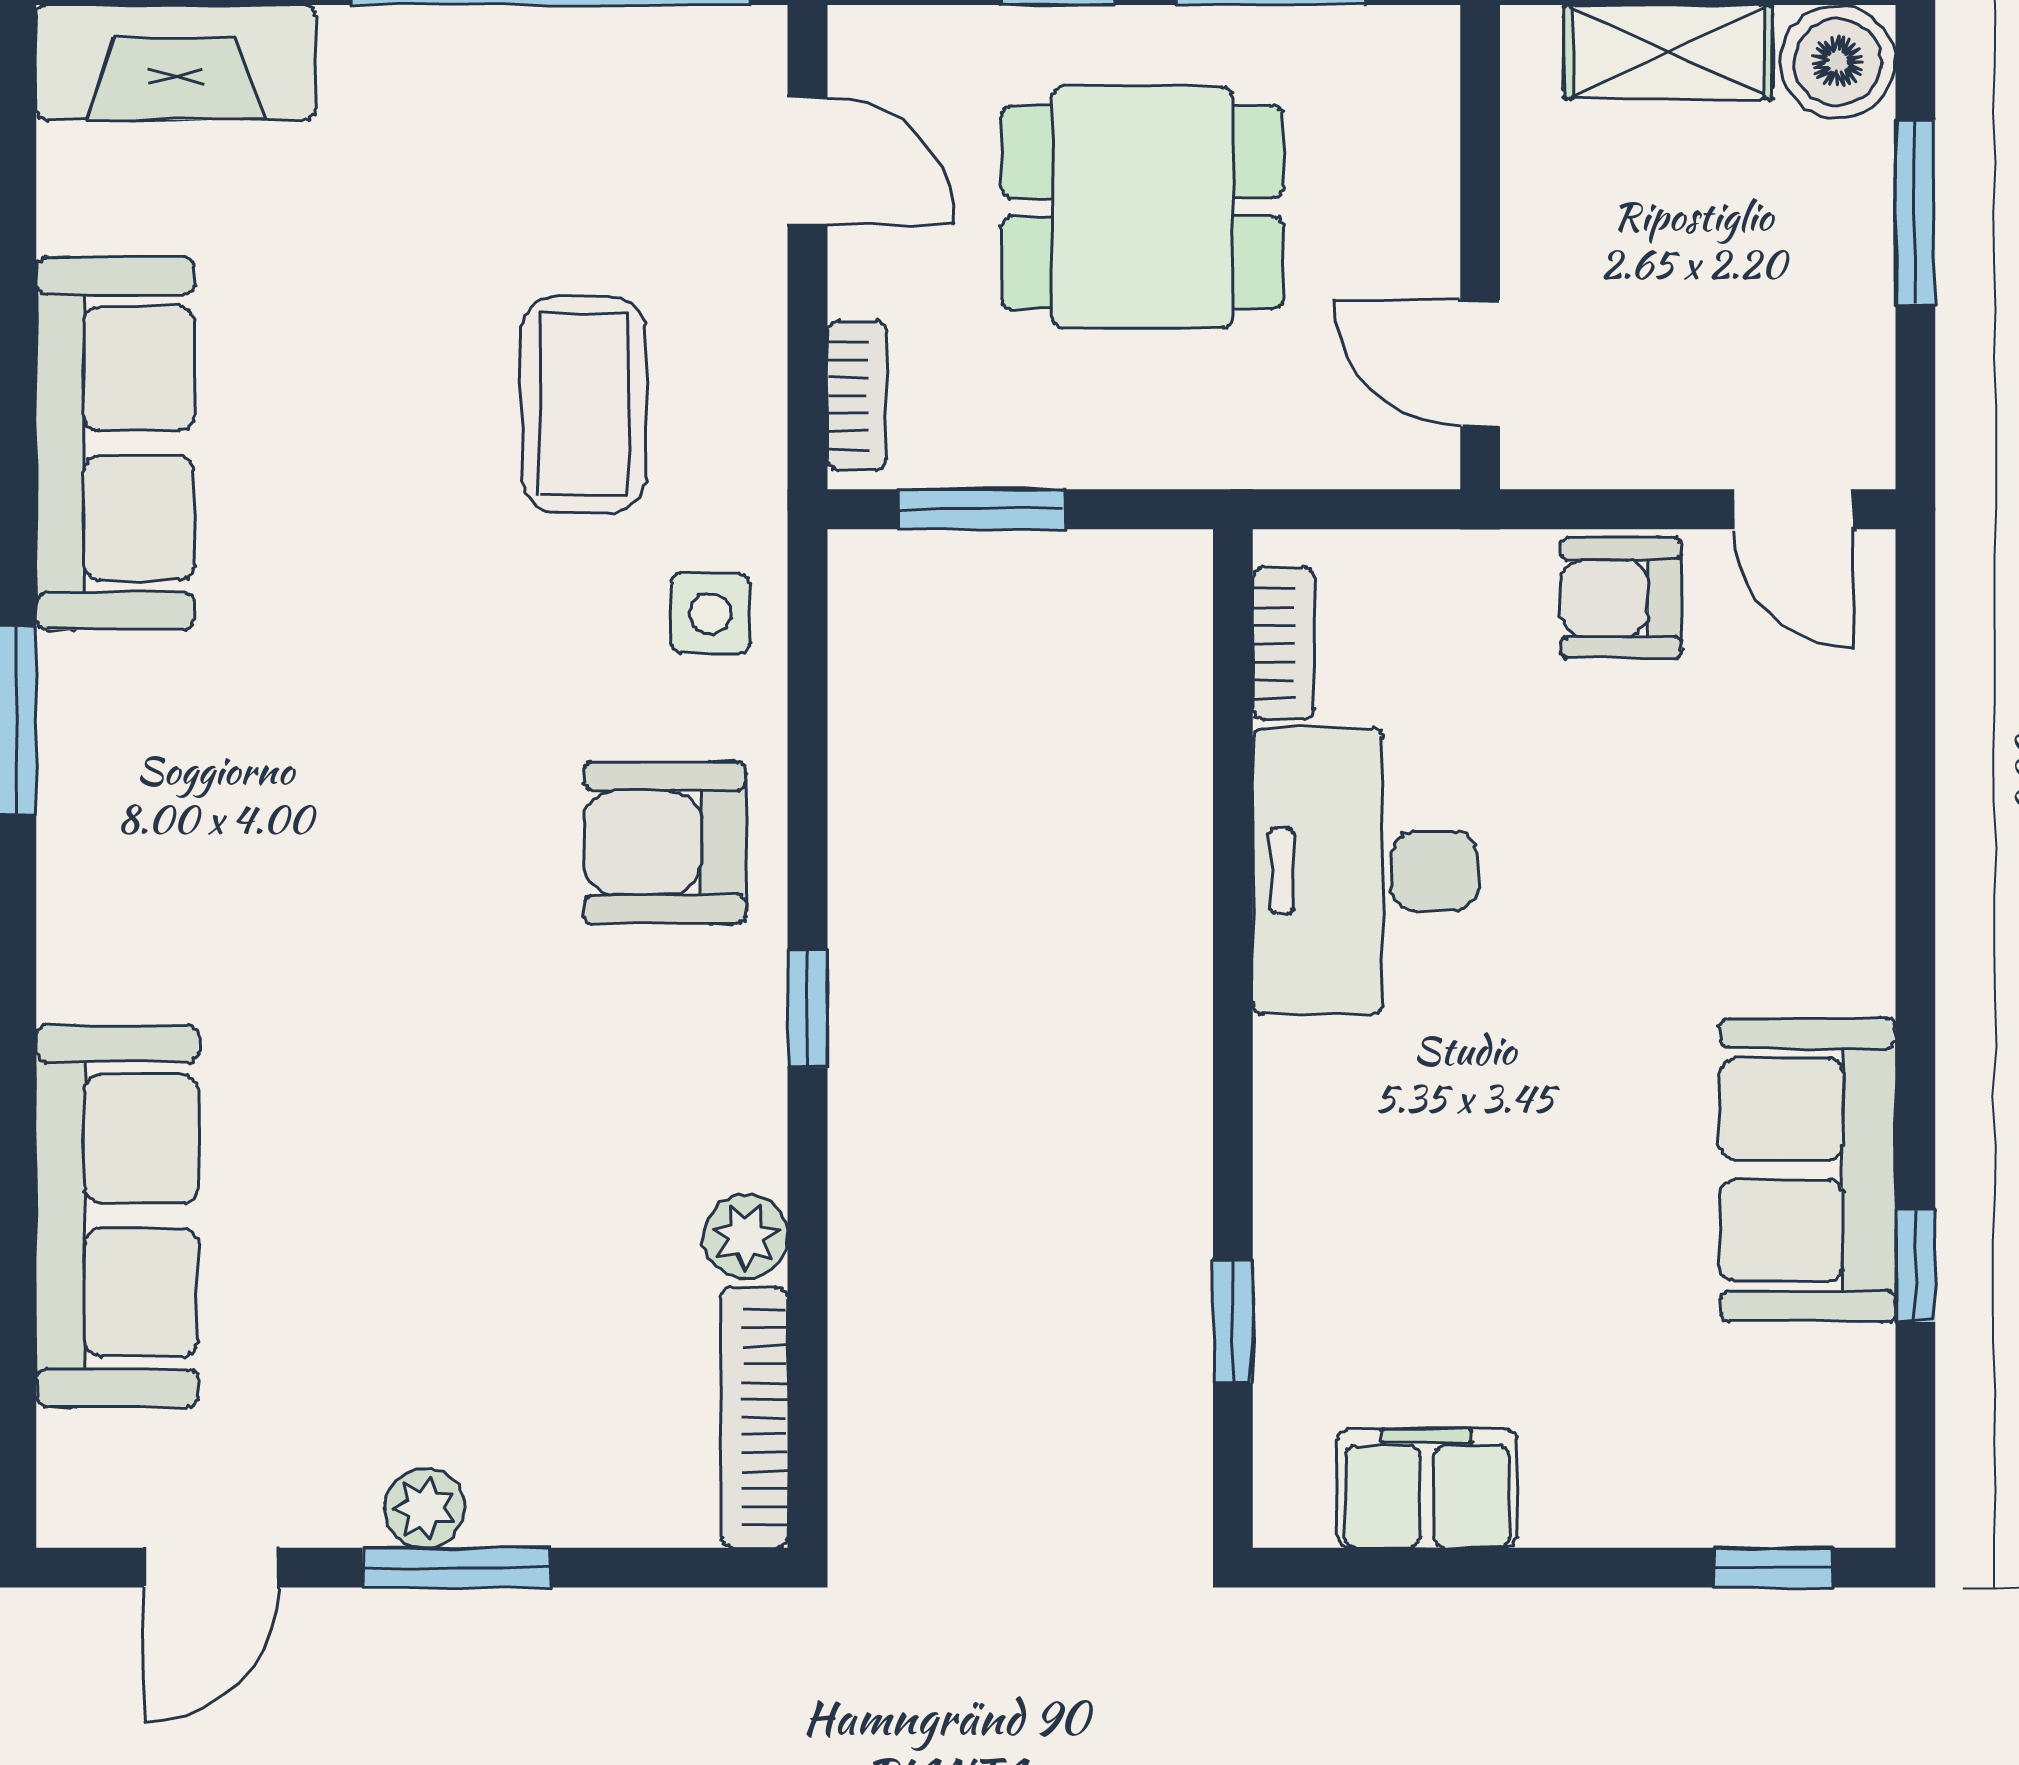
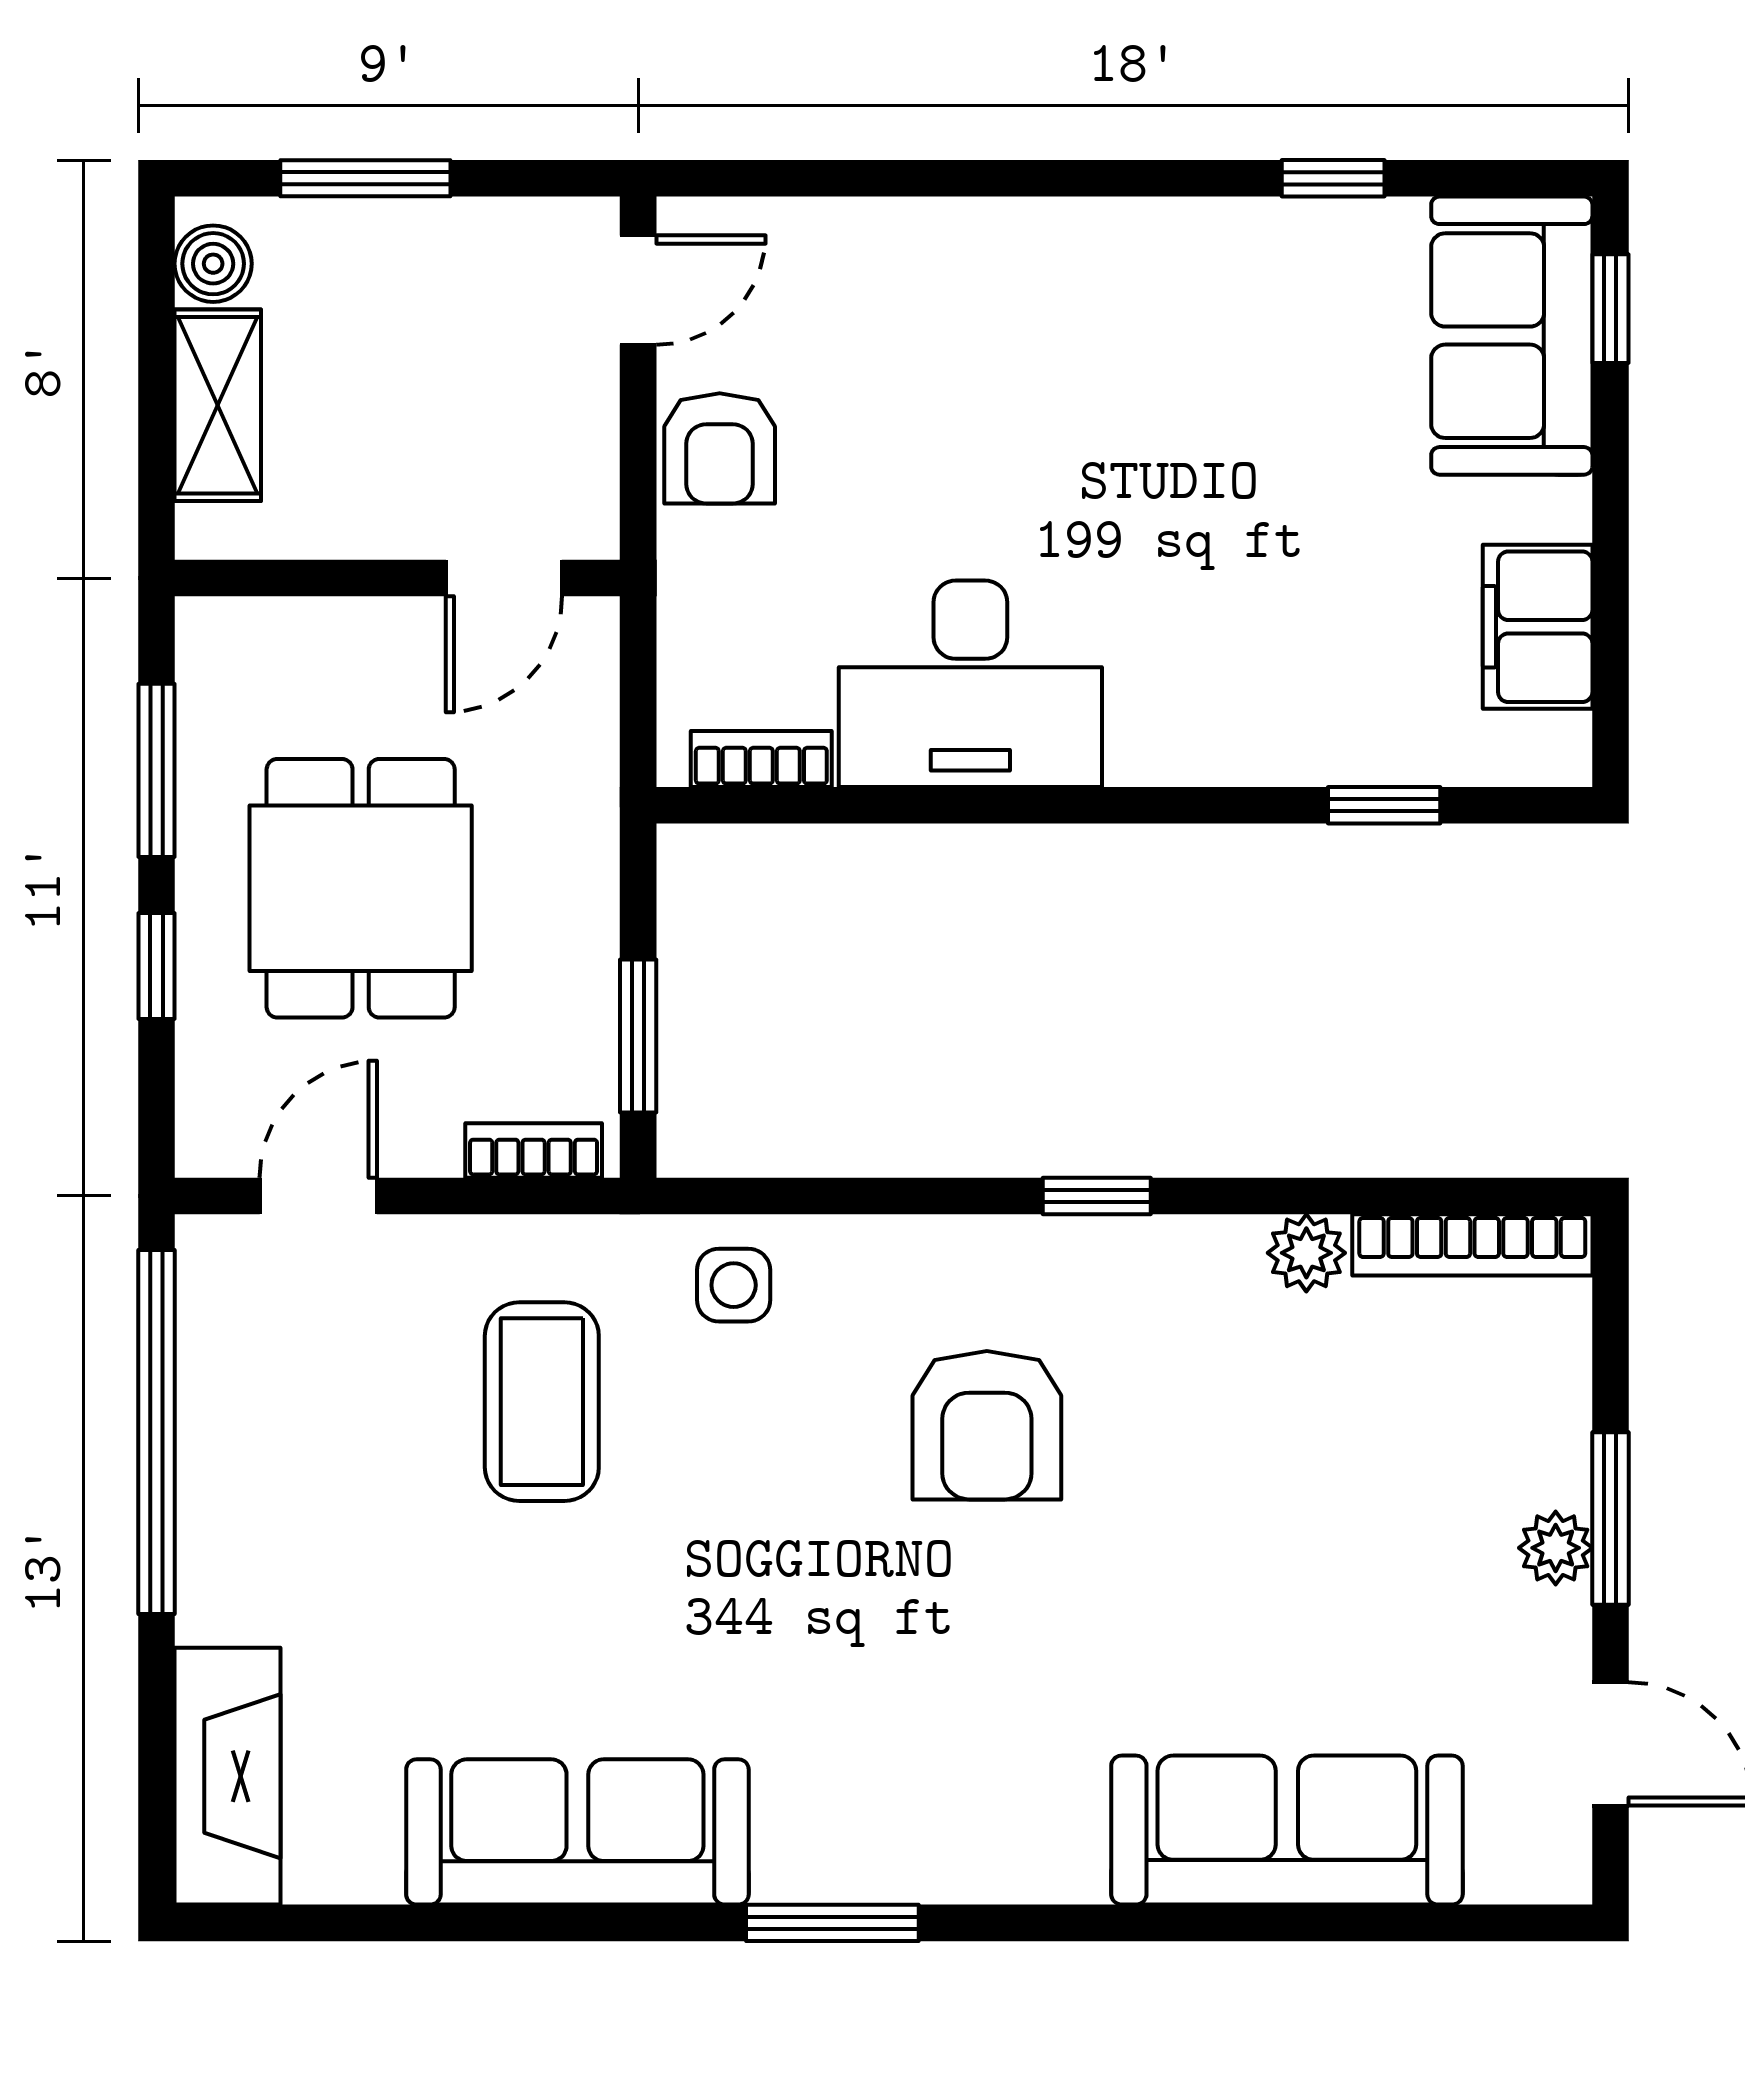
boiler: (1837, 62) -> (213, 264), width x0.73, depth x0.73
coffee table: (584, 404) -> (542, 1402), turned 90
armchair: (665, 842) -> (987, 1425), moved
sofa: (1808, 1170) -> (1512, 336), moved, turned 90

